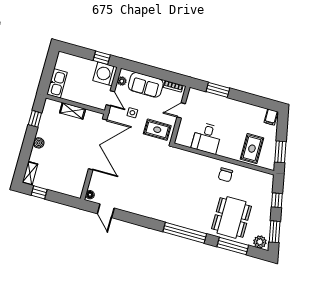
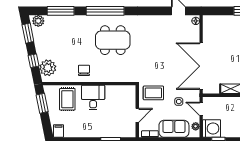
desk: (207, 138) -> (93, 98), moved
plant: (264, 188) -> (48, 68), added
dining table: (231, 217) -> (113, 40), moved, turned 90

